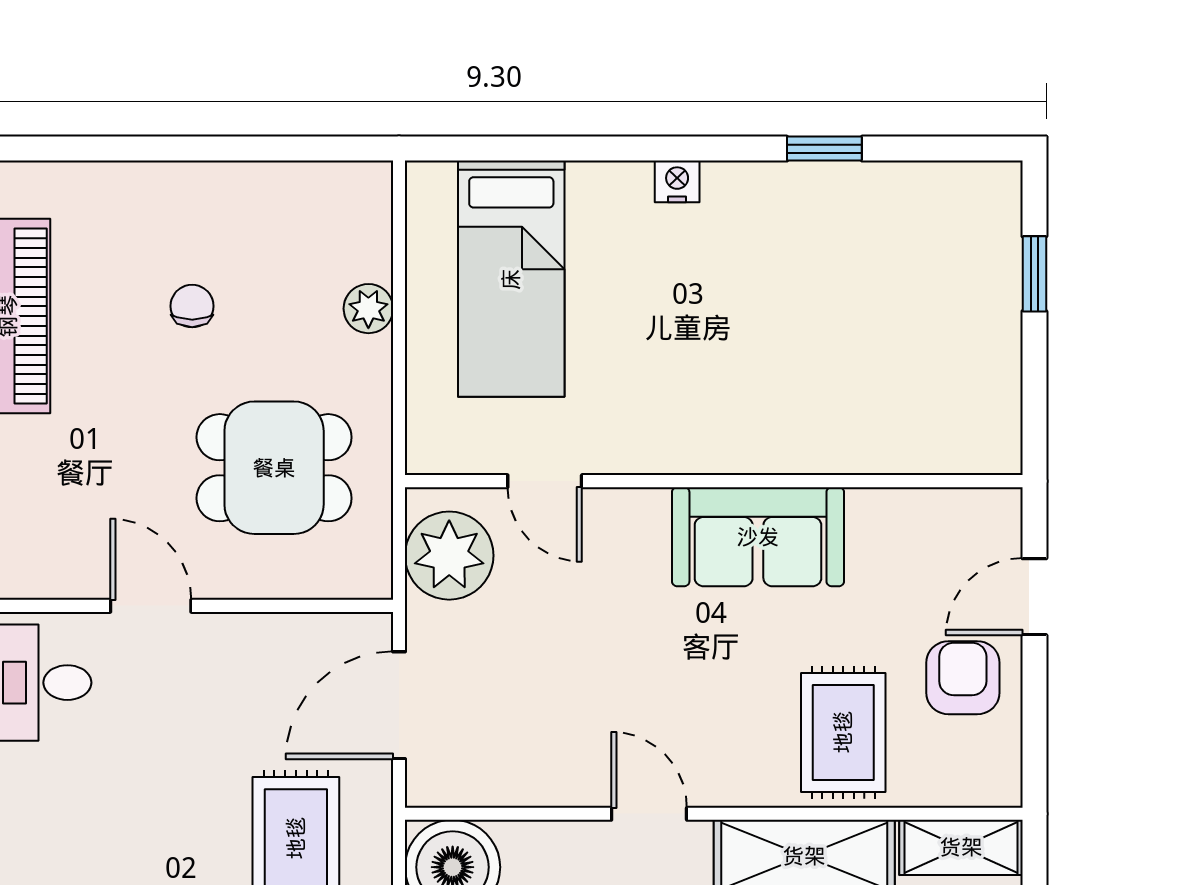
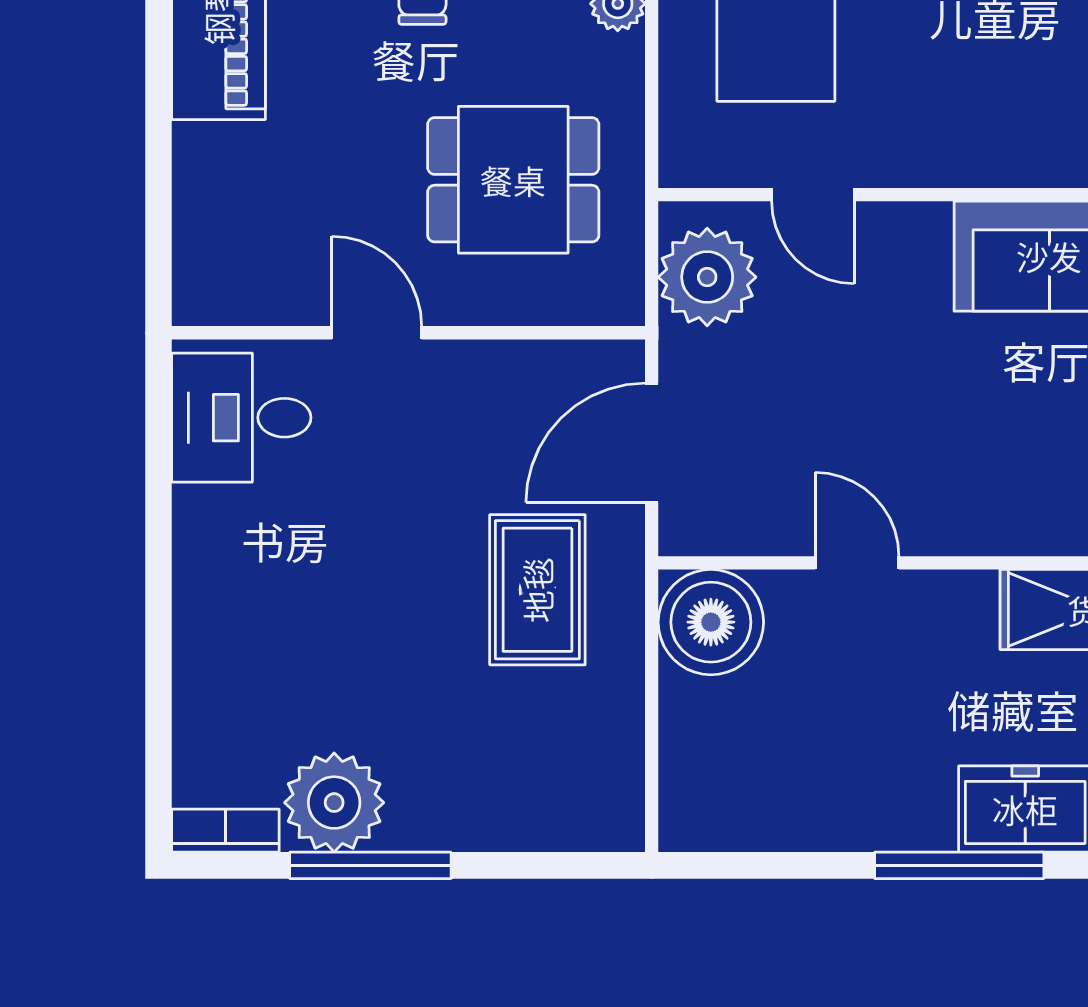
door: (649, 814) -> (857, 563), moved

